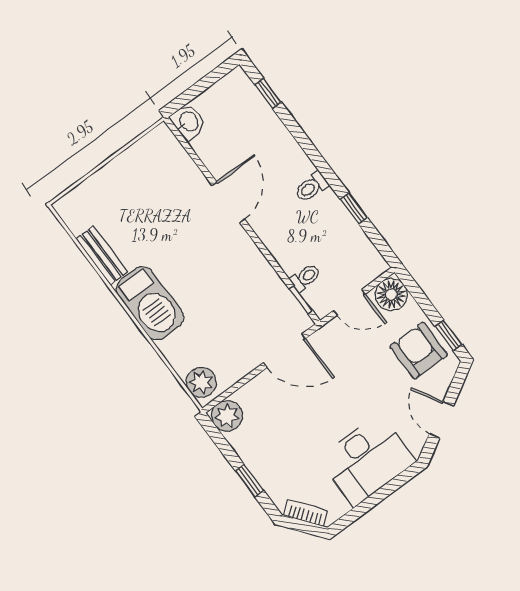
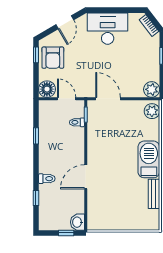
window: (193, 92) -> (66, 233), added
window: (268, 93) -> (36, 198), moved
toilet: (311, 187) -> (47, 179), moved

